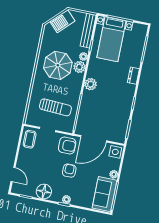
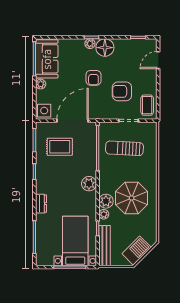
rug: (108, 119) -> (60, 147), added
armchair: (67, 146) -> (122, 91), moved
door: (13, 175) -> (158, 60), hinge flipped
floor lamp: (44, 192) -> (105, 48), moved

